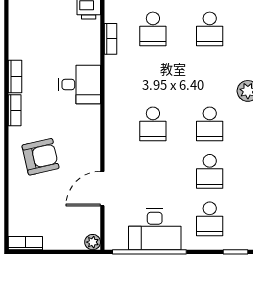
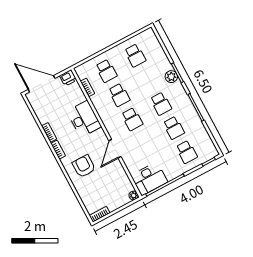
school desk: (153, 76) -> (119, 95), added
desk: (80, 84) -> (84, 119), width x1.37
armchair: (40, 157) -> (84, 166), turned -77
door: (102, 189) -> (115, 149), moved
desk: (155, 229) -> (149, 179), moved

